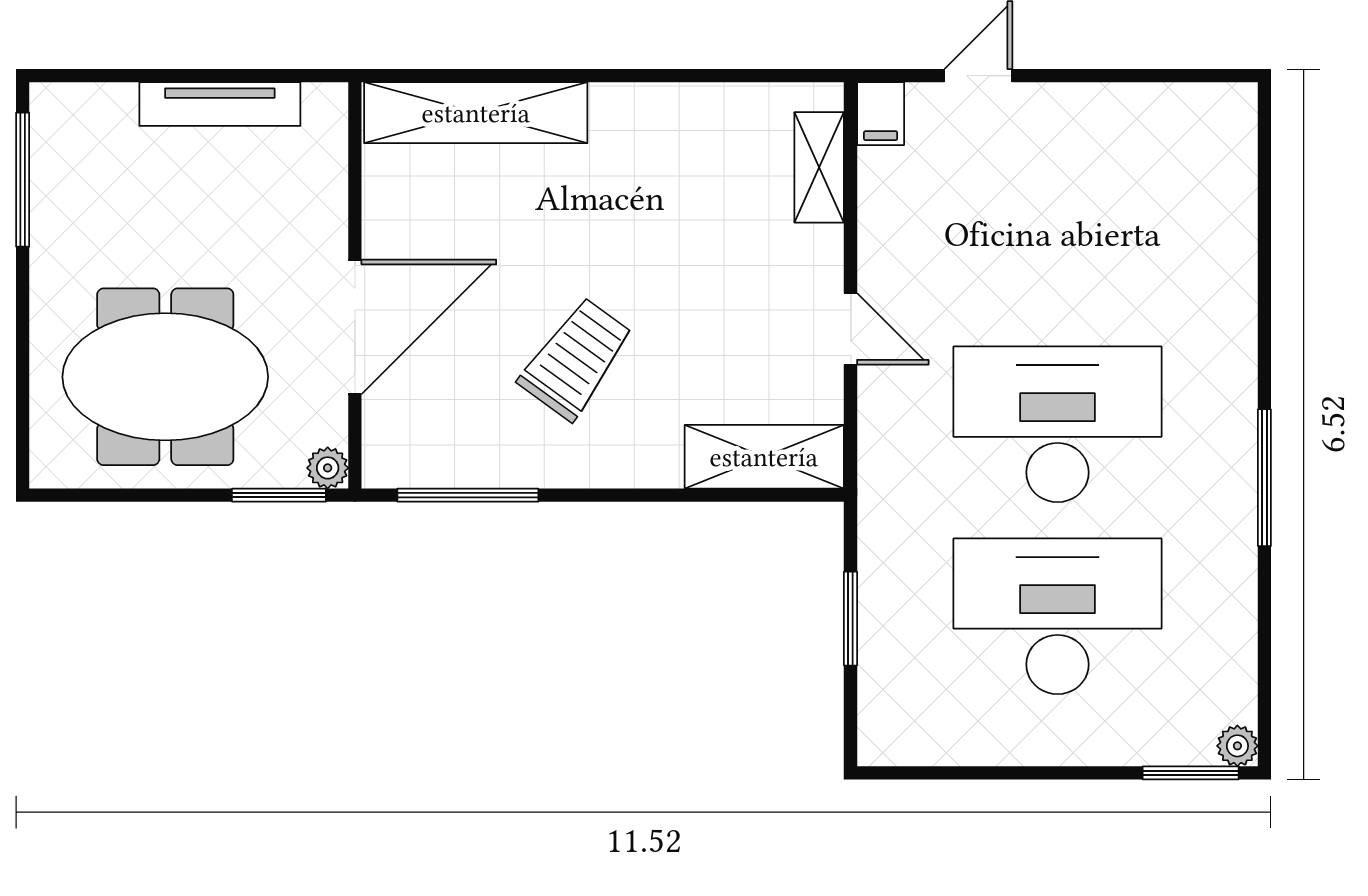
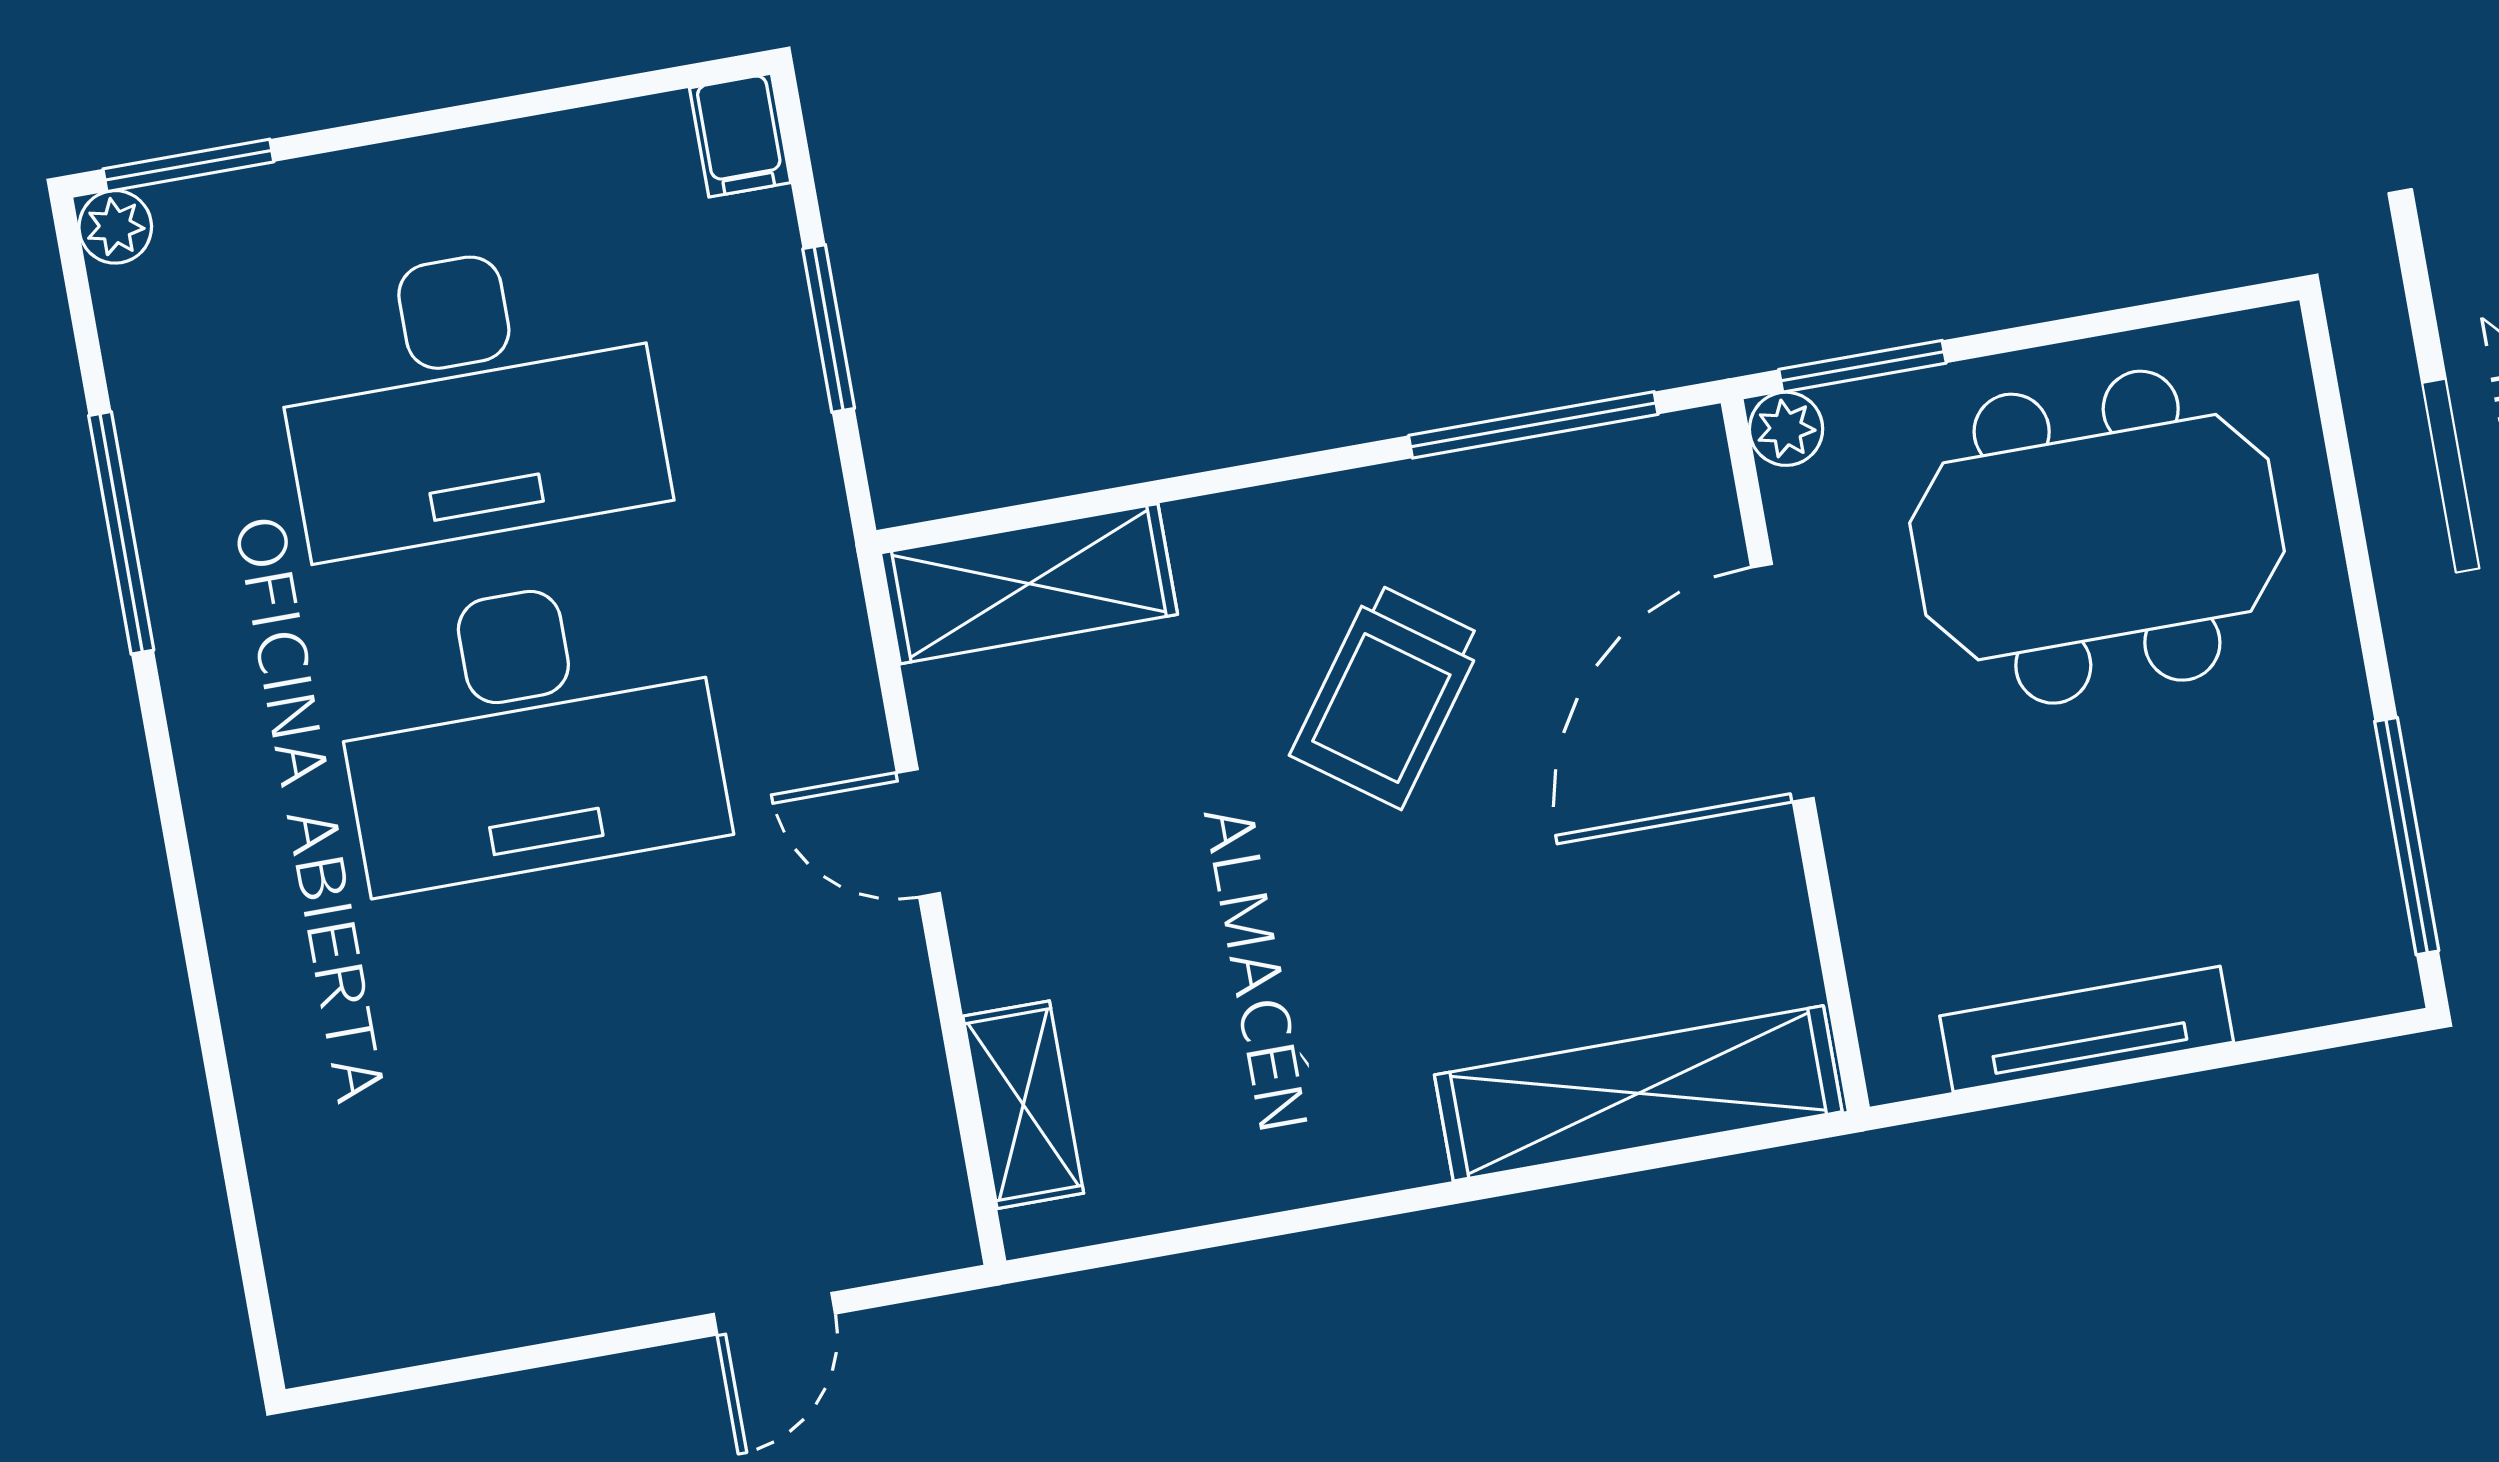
filing cabinet: (881, 114) -> (740, 135), moved, turned 180
window: (1264, 478) -> (121, 533), moved

